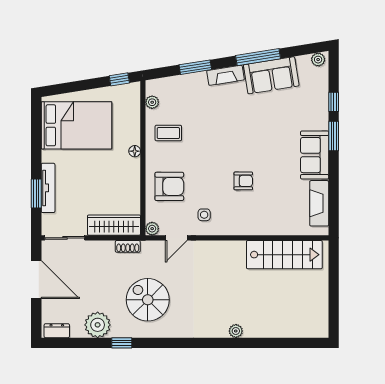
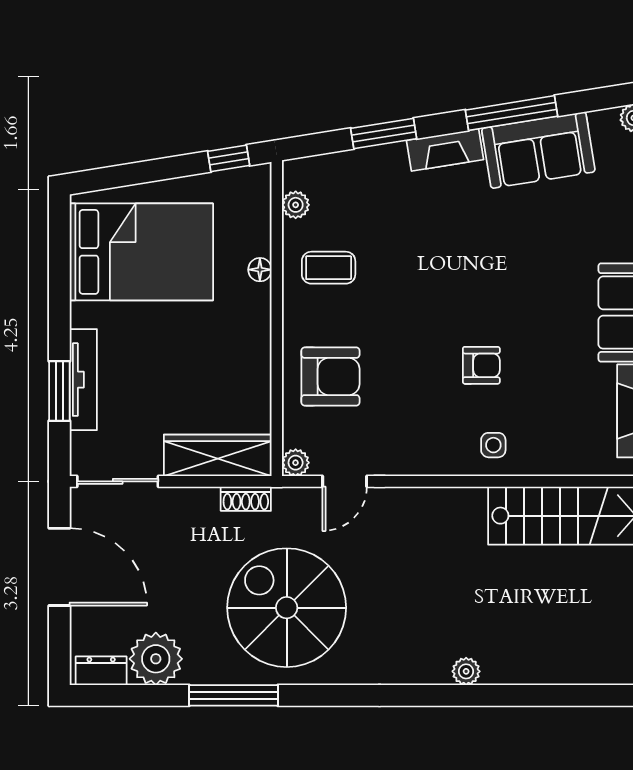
floor lamp: (135, 151) -> (260, 270), moved
side table: (204, 215) -> (493, 445), moved
spiral stairs: (148, 300) -> (287, 608), width x1.37, depth x1.37
plant: (98, 325) -> (156, 659), moved
window: (122, 343) -> (234, 695), width x2.17

